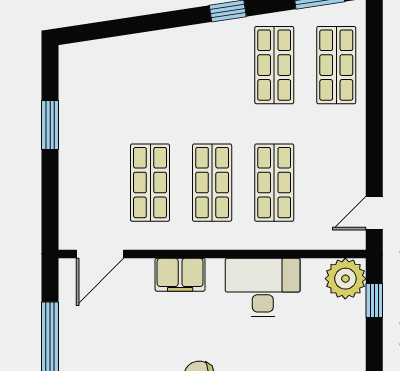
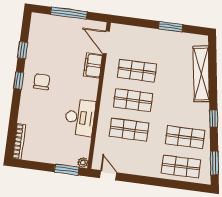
shelving: (139, 49) -> (201, 74), added
filing cabinet: (180, 275) -> (93, 65), moved
plant: (345, 279) -> (83, 163), width x0.53, depth x0.53
window: (374, 301) -> (67, 170), width x1.50

